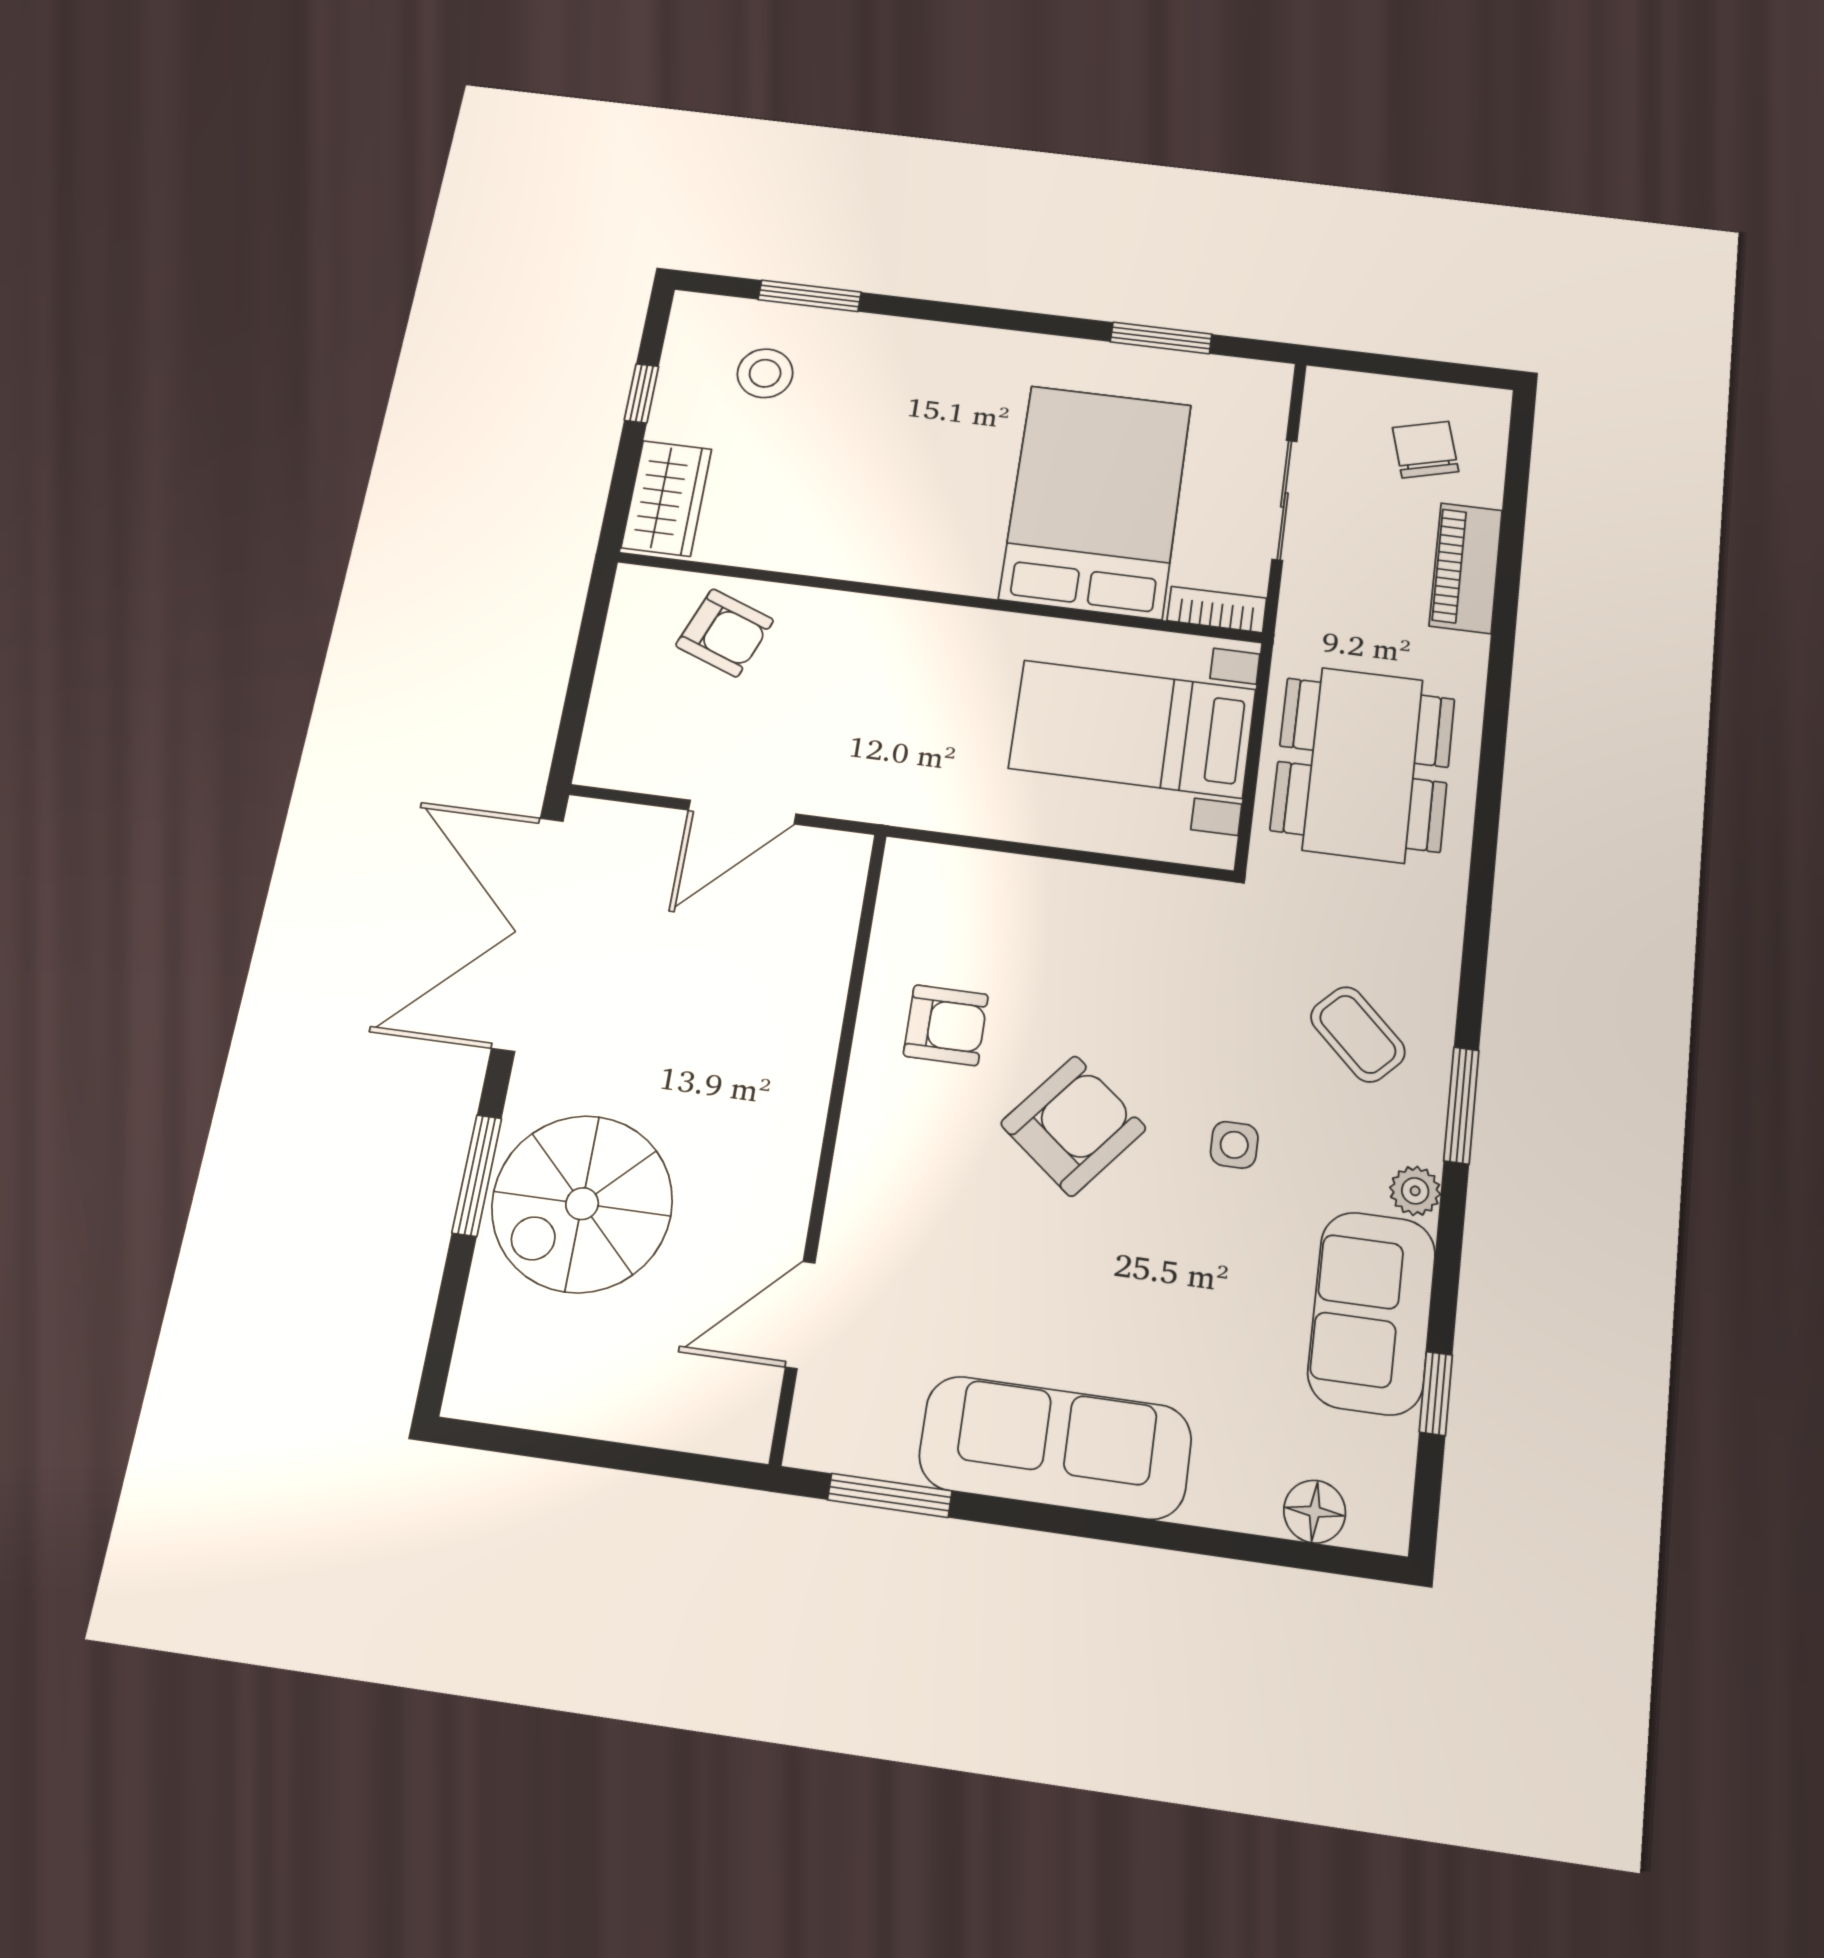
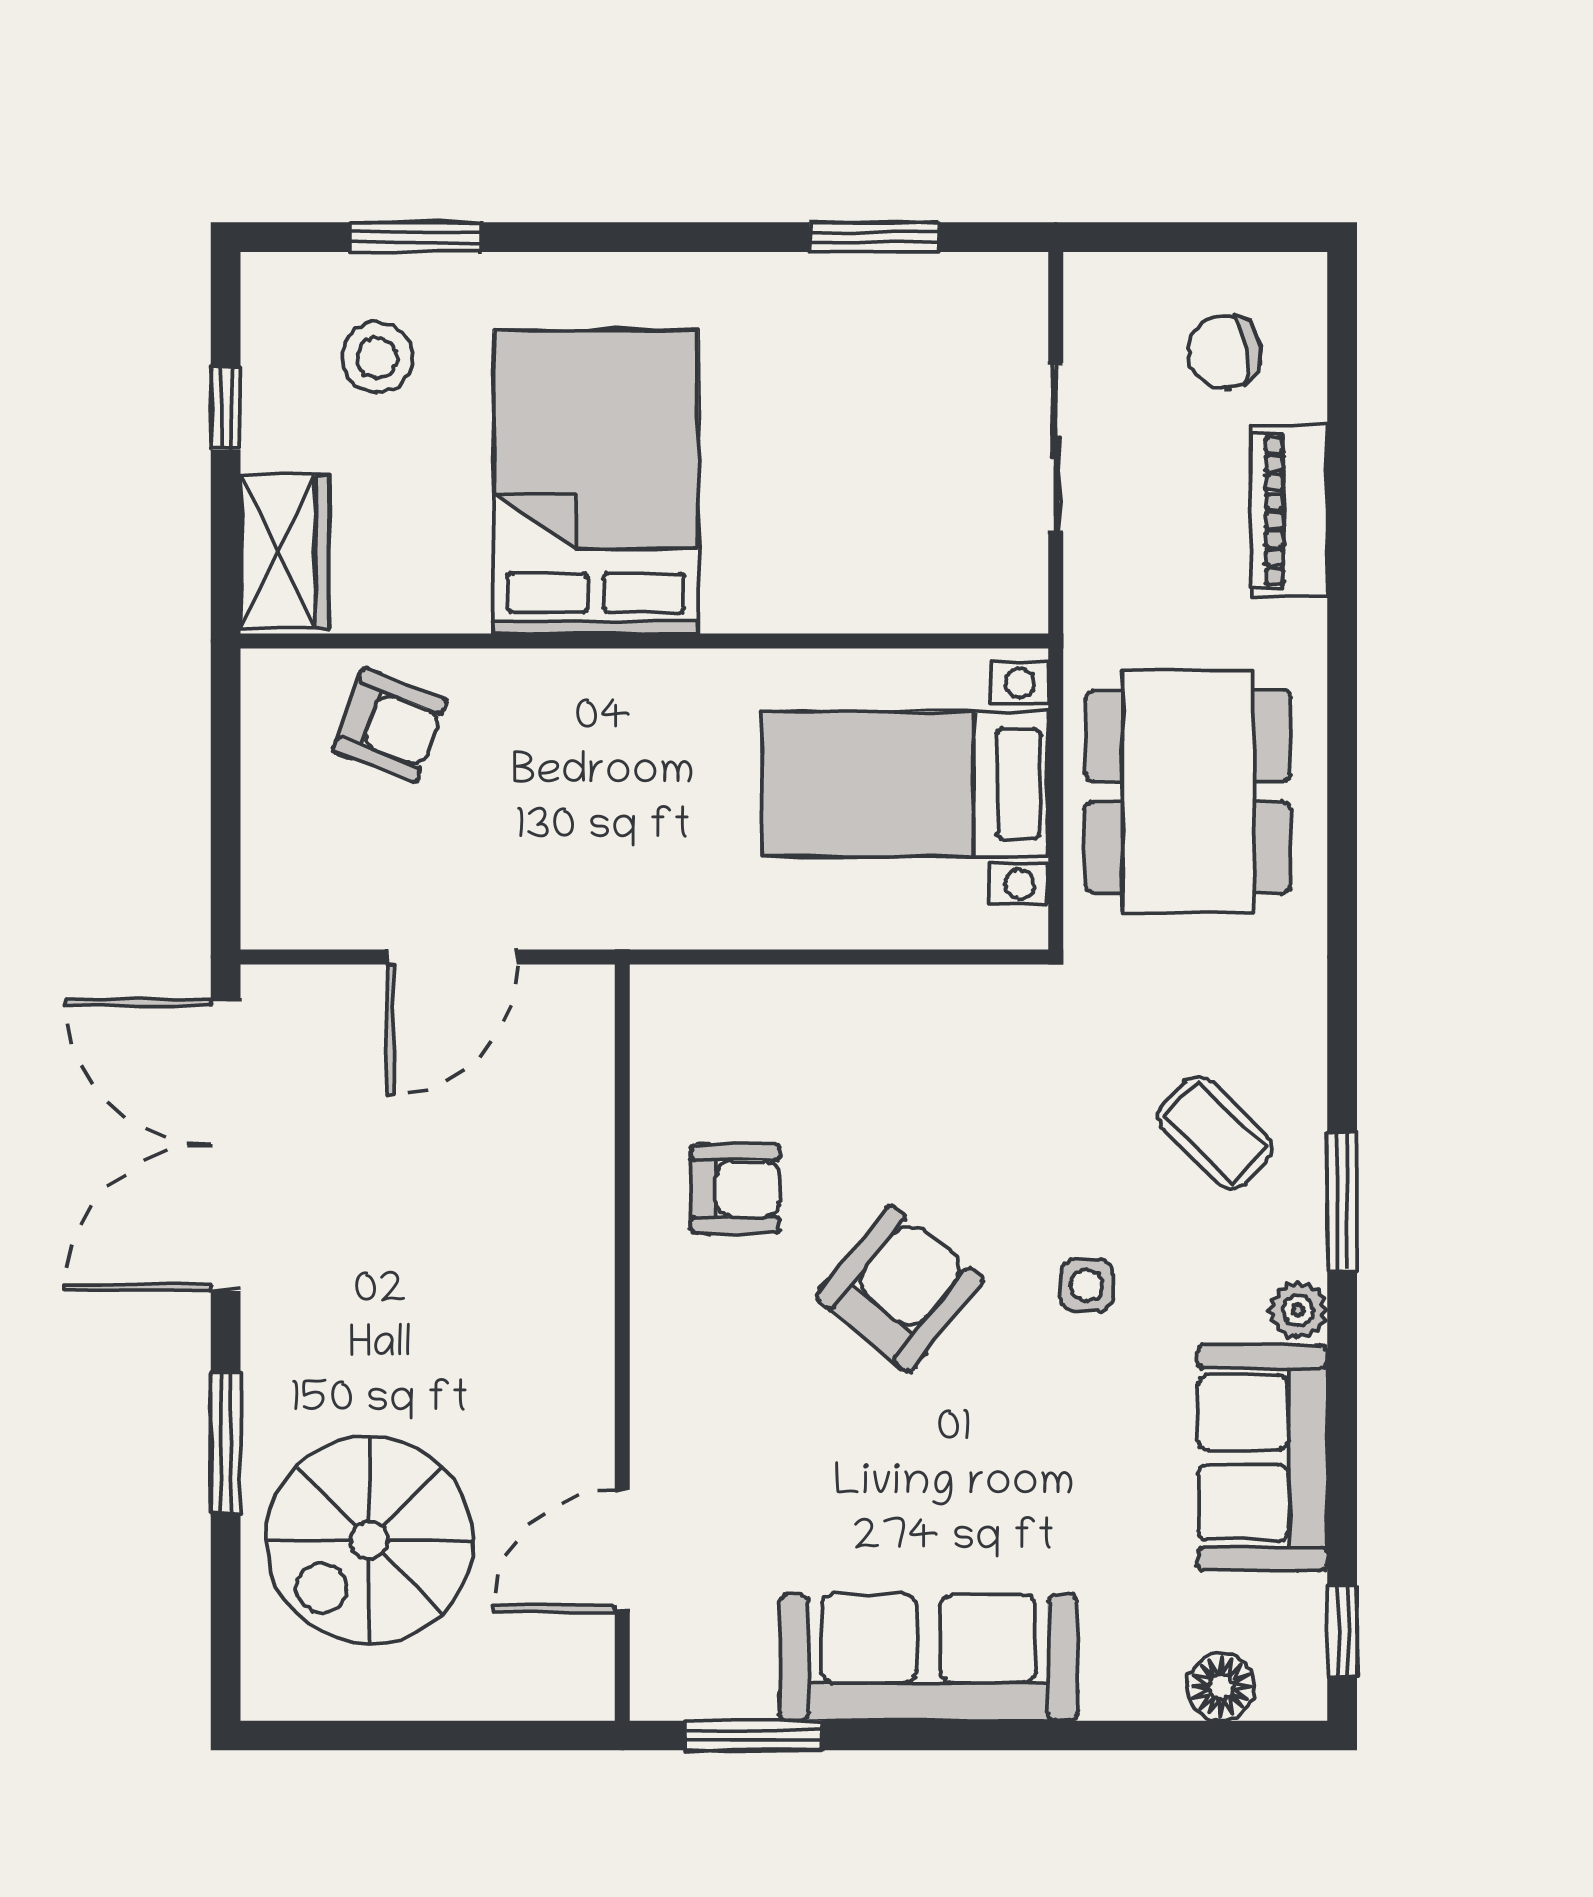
chair: (1425, 450) -> (1225, 352), turned -85
bed: (1096, 501) -> (596, 482), moved
bookcase: (1217, 609) -> (989, 610), removed
spiral stairs: (582, 1204) -> (369, 1540), moved
window: (1436, 1394) -> (1342, 1631), moved

